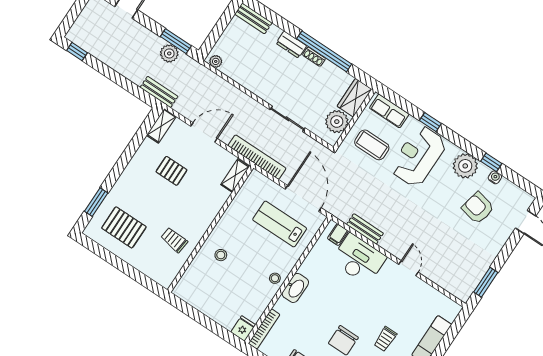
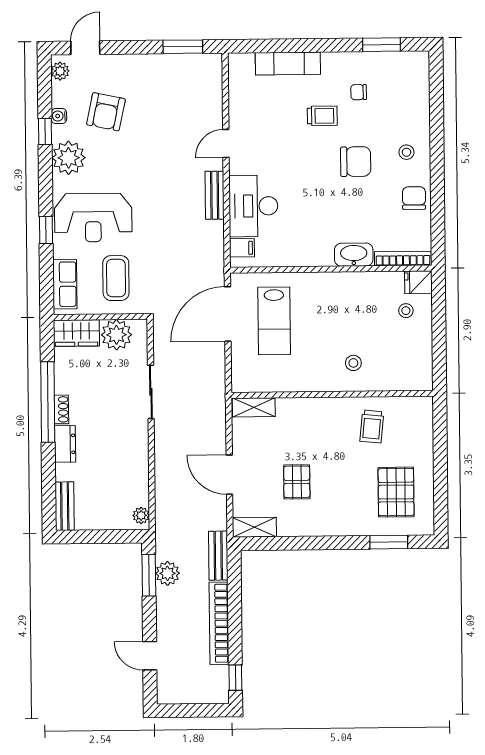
bookcase: (257, 157) -> (219, 623), moved
plant: (522, 197) -> (60, 71), added
bench: (365, 229) -> (215, 195), moved
stool: (275, 278) -> (406, 311), moved
washbasin: (295, 288) -> (354, 255), moved

